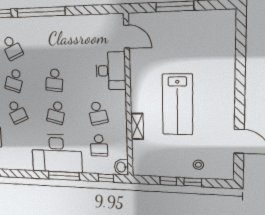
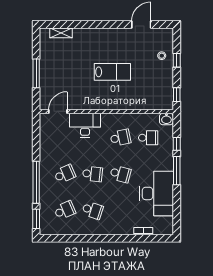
lab bench: (178, 104) -> (112, 72), width x0.73, depth x0.72
school desk: (17, 112) -> (65, 174), moved
shelving: (137, 126) -> (61, 33), moved
desk: (57, 153) -> (157, 193), moved
window: (106, 178) -> (177, 144), moved
window: (168, 181) -> (177, 95), moved

